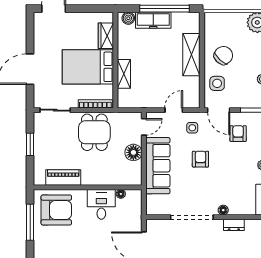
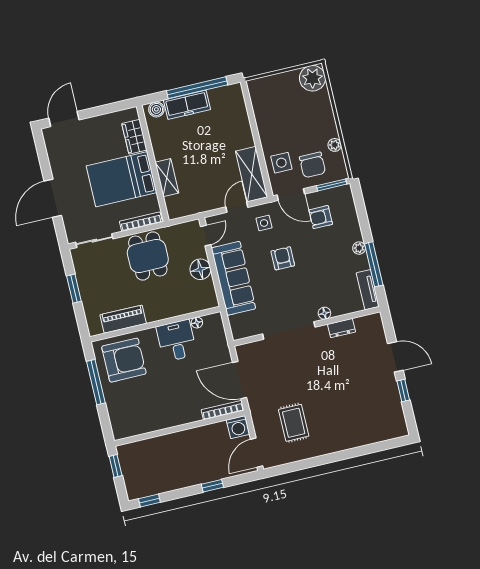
shelving: (191, 55) -> (252, 174), moved
chair: (223, 55) -> (312, 165), moved, turned 138
armchair: (238, 134) -> (321, 217), turned -90

